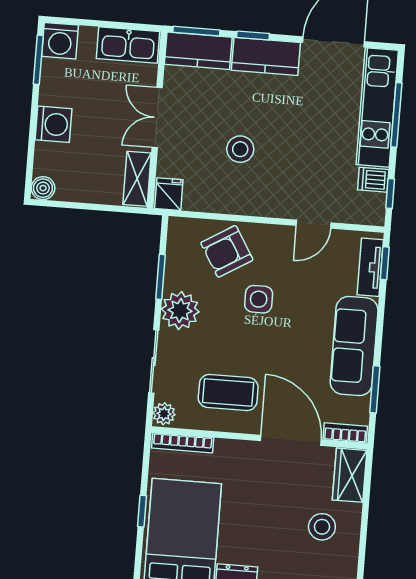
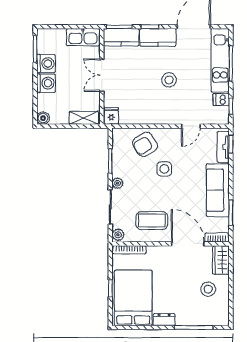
washing machine: (60, 41) -> (46, 63), moved, turned -90
stool: (240, 149) -> (169, 80), moved
shelving: (137, 179) -> (84, 118), moved, turned 90
plant: (180, 310) -> (117, 183), width x0.53, depth x0.53

